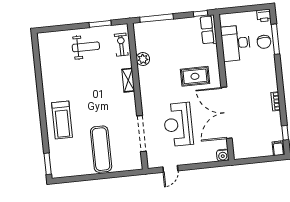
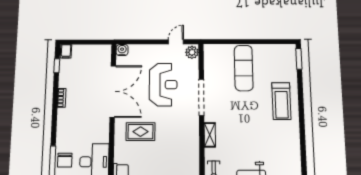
chair: (264, 42) -> (65, 160), turned 180
plant: (143, 59) -> (192, 52), moved
treadmill: (62, 120) -> (281, 101), turned 180
doorway: (142, 134) -> (201, 97), moved

